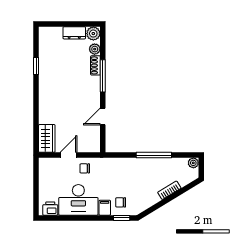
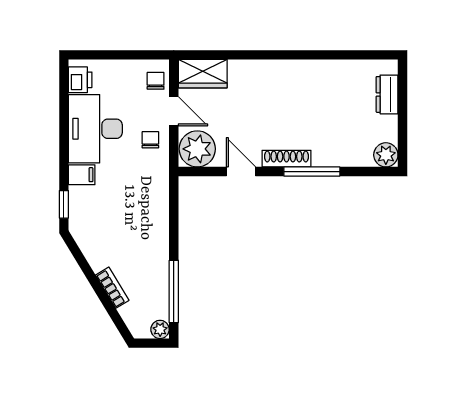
dresser: (74, 33) -> (387, 94), moved
plant: (95, 49) -> (197, 149), moved, width x1.88, depth x1.88
shoe rack: (95, 65) -> (287, 159), moved, width x1.43
window: (36, 66) -> (329, 55), removed
window: (154, 155) -> (174, 291), moved
chair: (121, 202) -> (156, 81), moved

